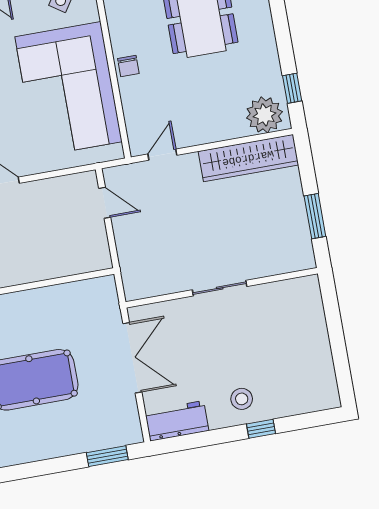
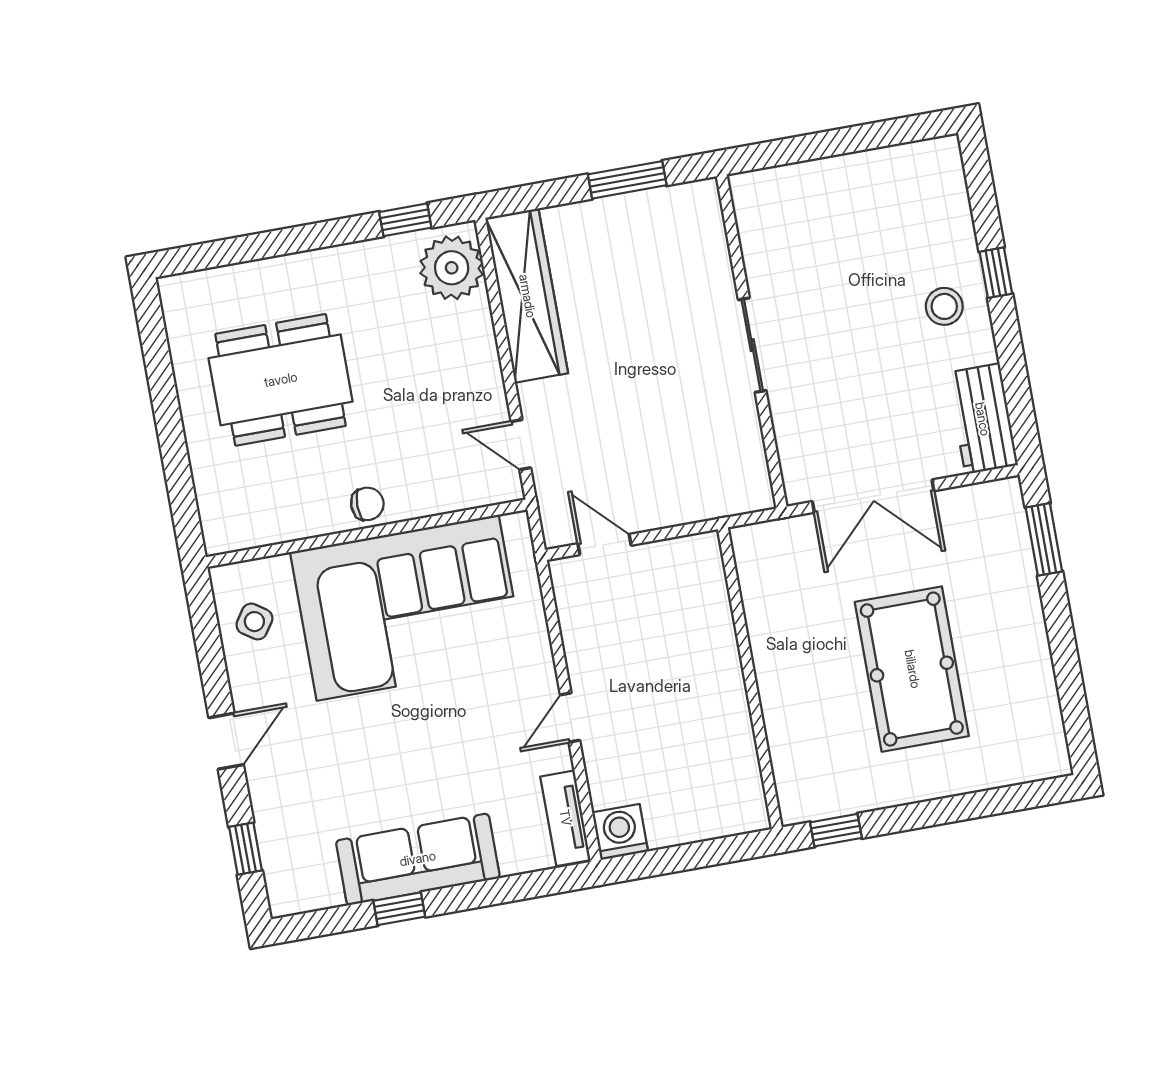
door: (105, 203) -> (604, 544), hinge flipped
double door: (132, 358) -> (873, 496), swing flipped

